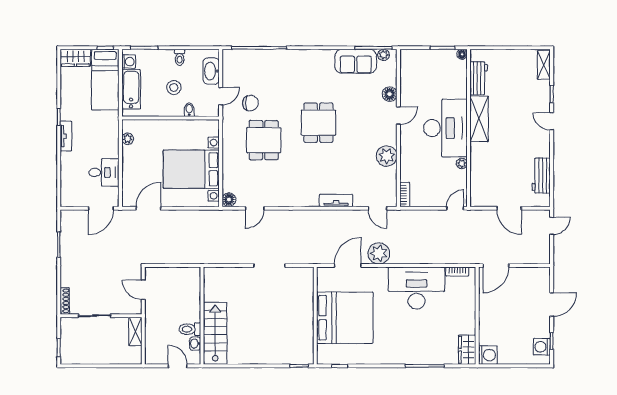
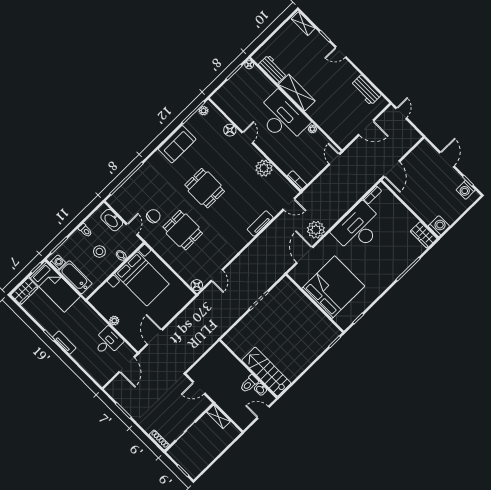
sofa: (356, 61) -> (177, 144), moved
plant: (128, 139) -> (114, 321), moved
bed with nightstands: (191, 169) -> (142, 279), moved, turned -90

